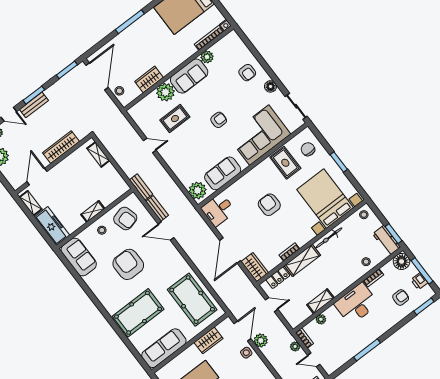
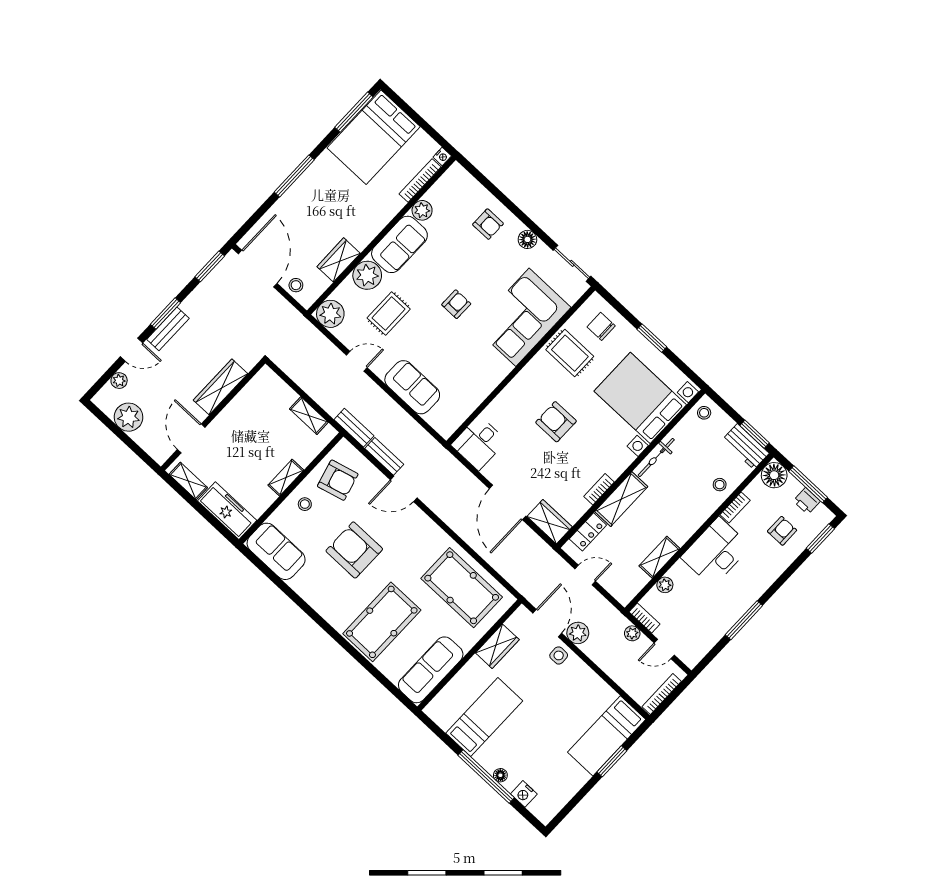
shelving: (98, 154) -> (309, 416), moved
sofa: (223, 173) -> (412, 387), moved, turned 90
plant: (198, 190) -> (330, 314), moved

